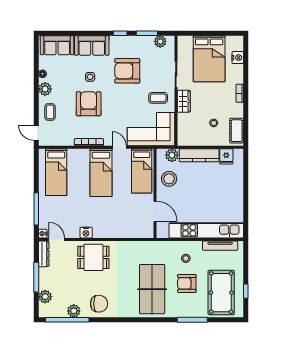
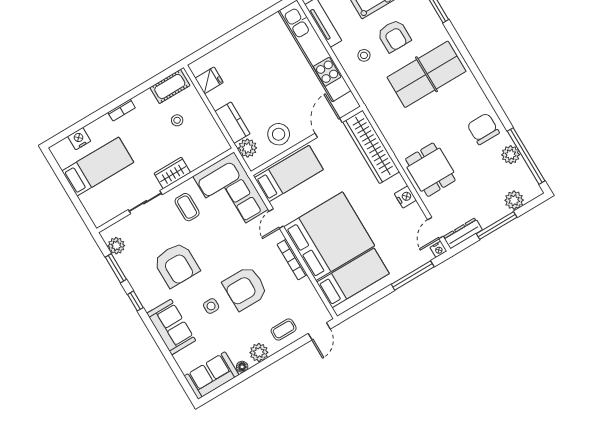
sofa: (57, 45) -> (211, 376), moved, turned -90
bed: (209, 59) -> (98, 167), width x0.67
kitchen counter: (199, 155) -> (232, 123), width x0.67
bed: (101, 173) -> (329, 236), width x2.04
wardrobe: (128, 230) -> (371, 147), added

